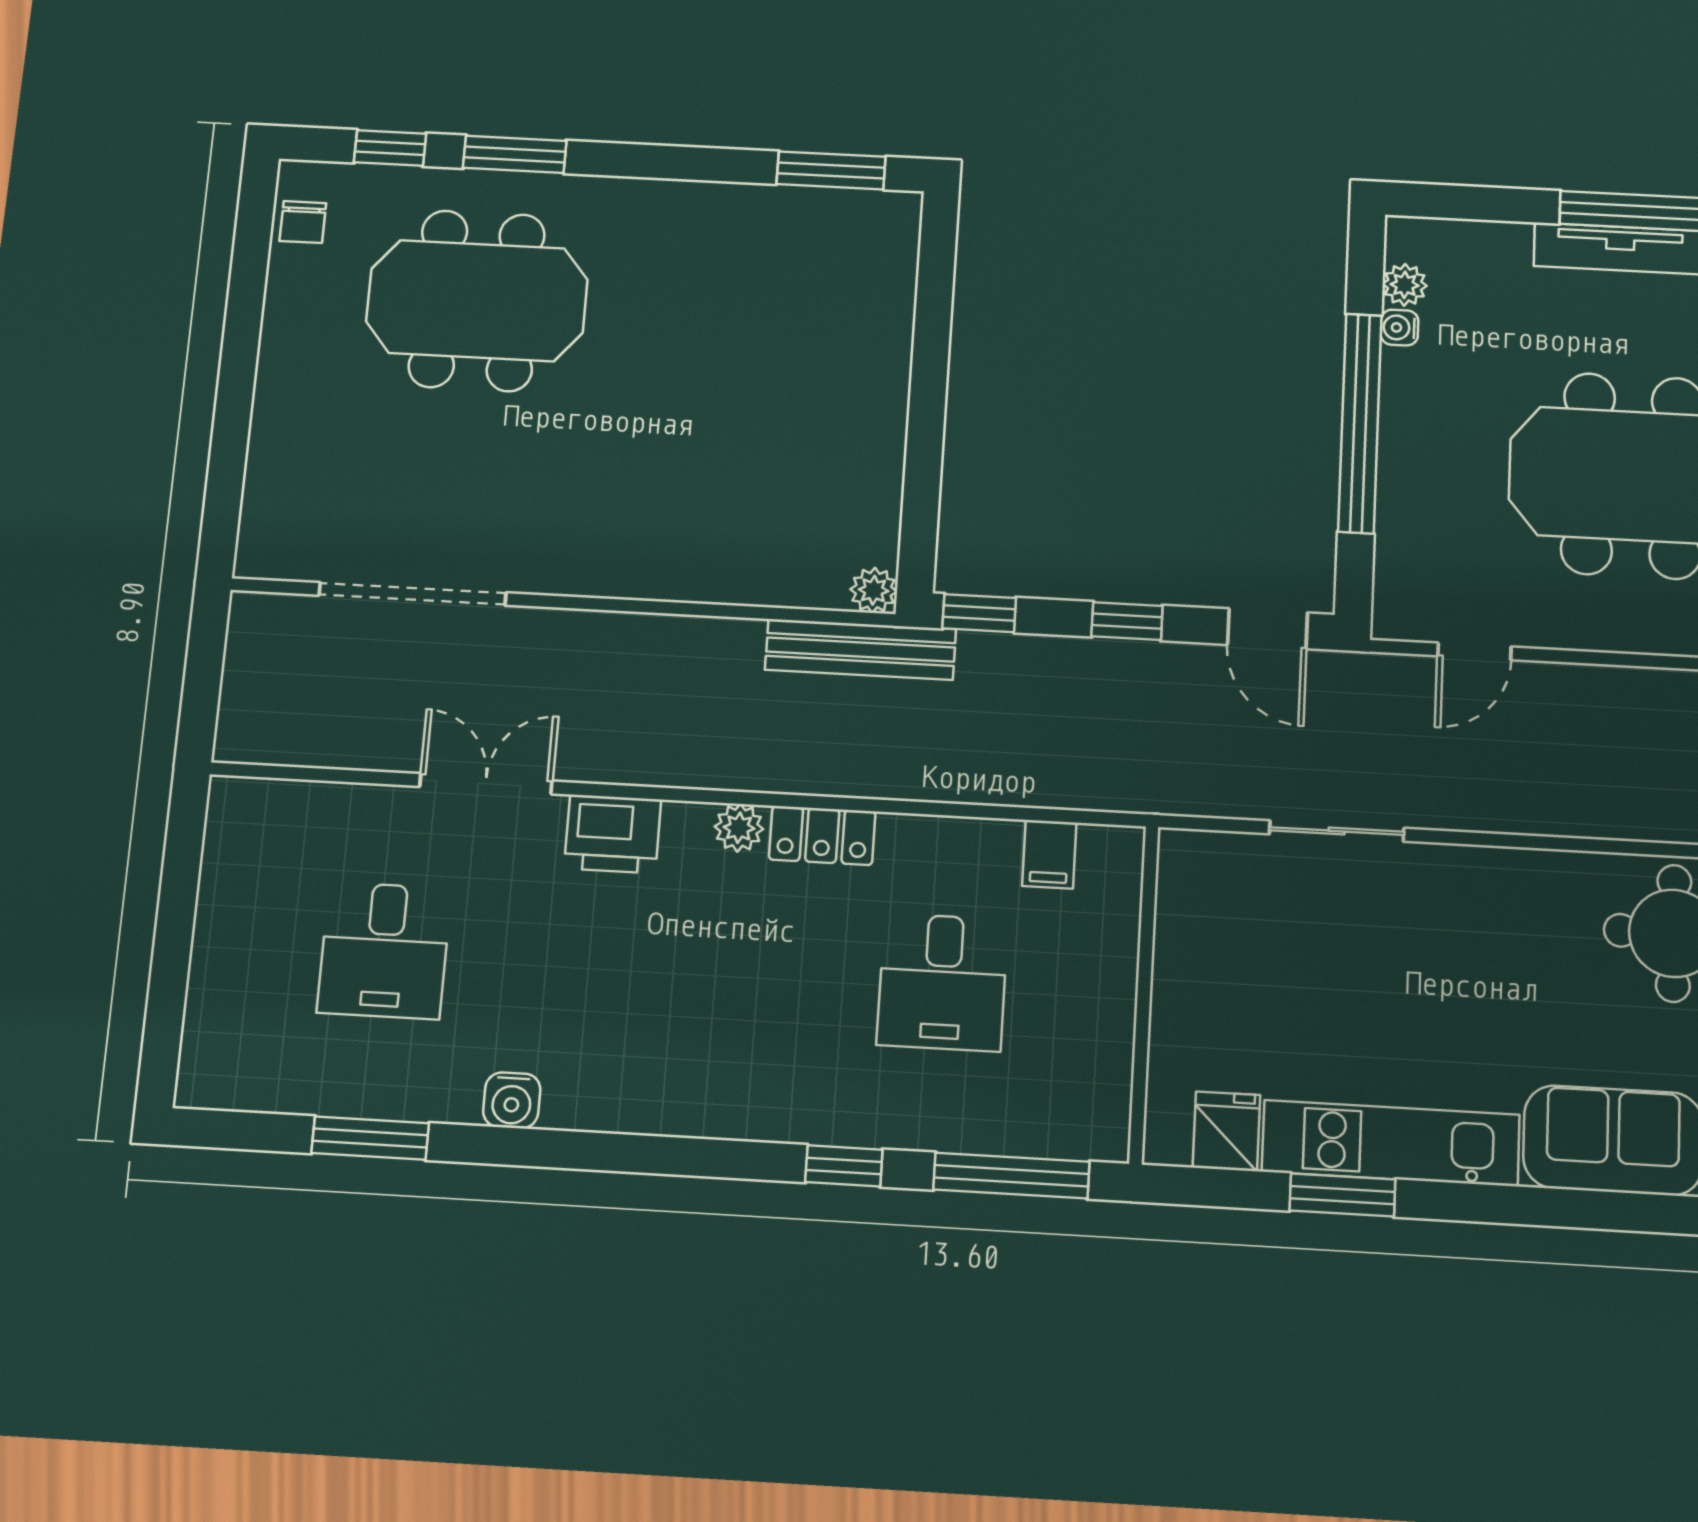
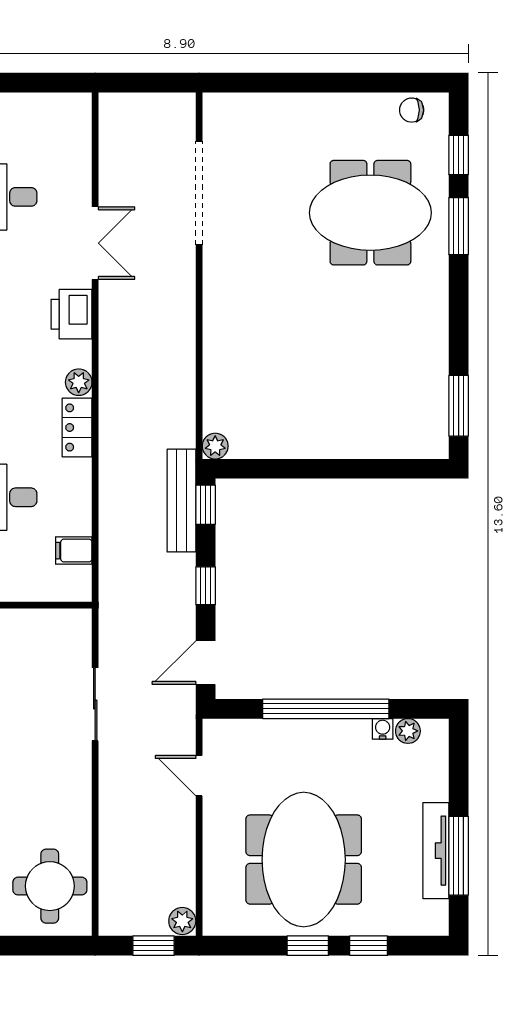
meeting table: (477, 301) -> (370, 213), turned 90
bench: (860, 650) -> (181, 501), moved

